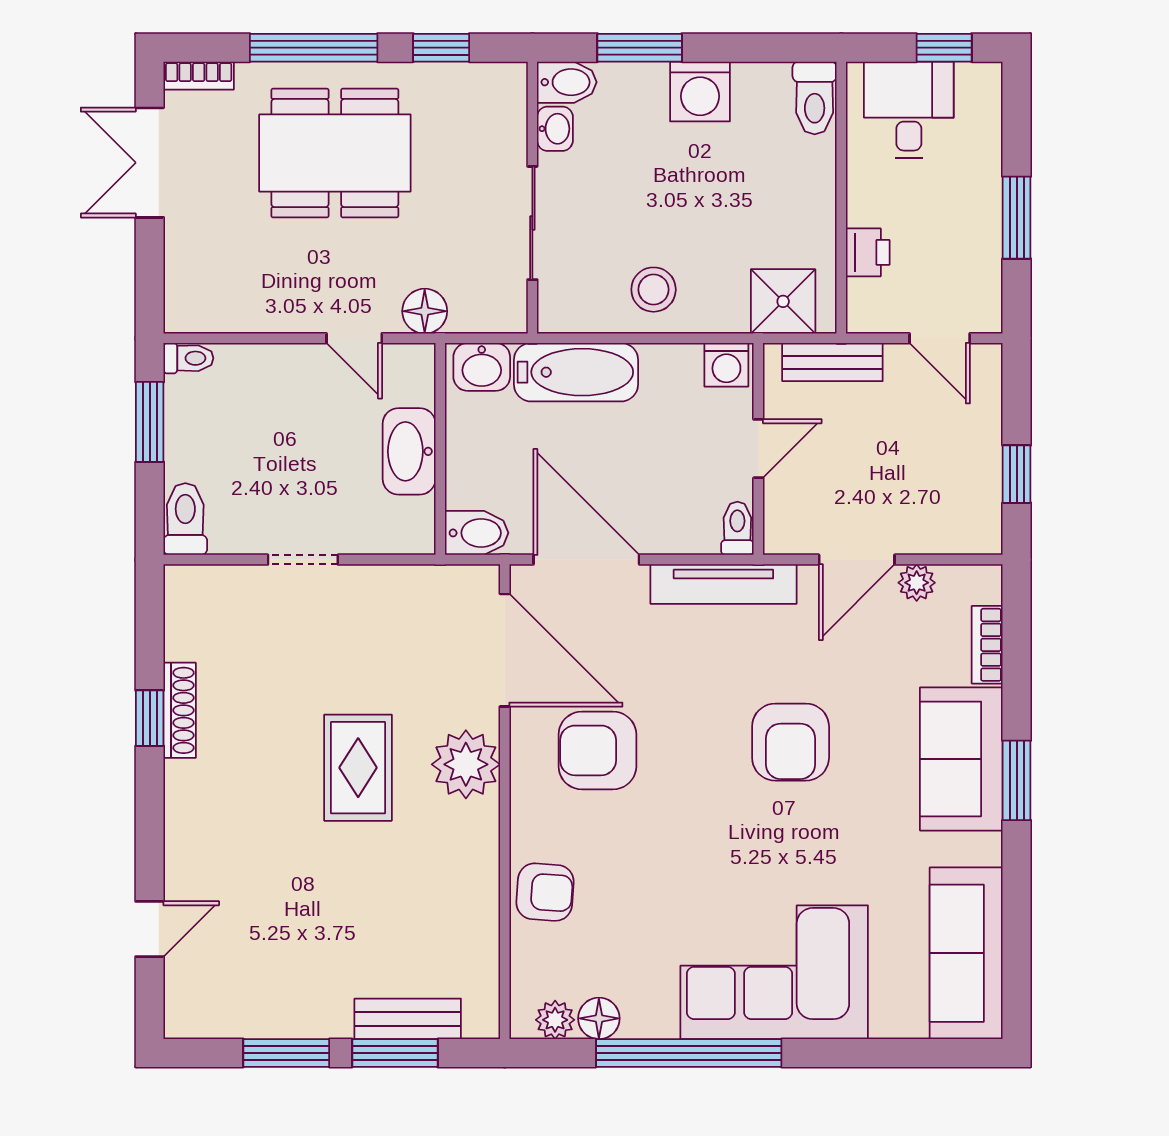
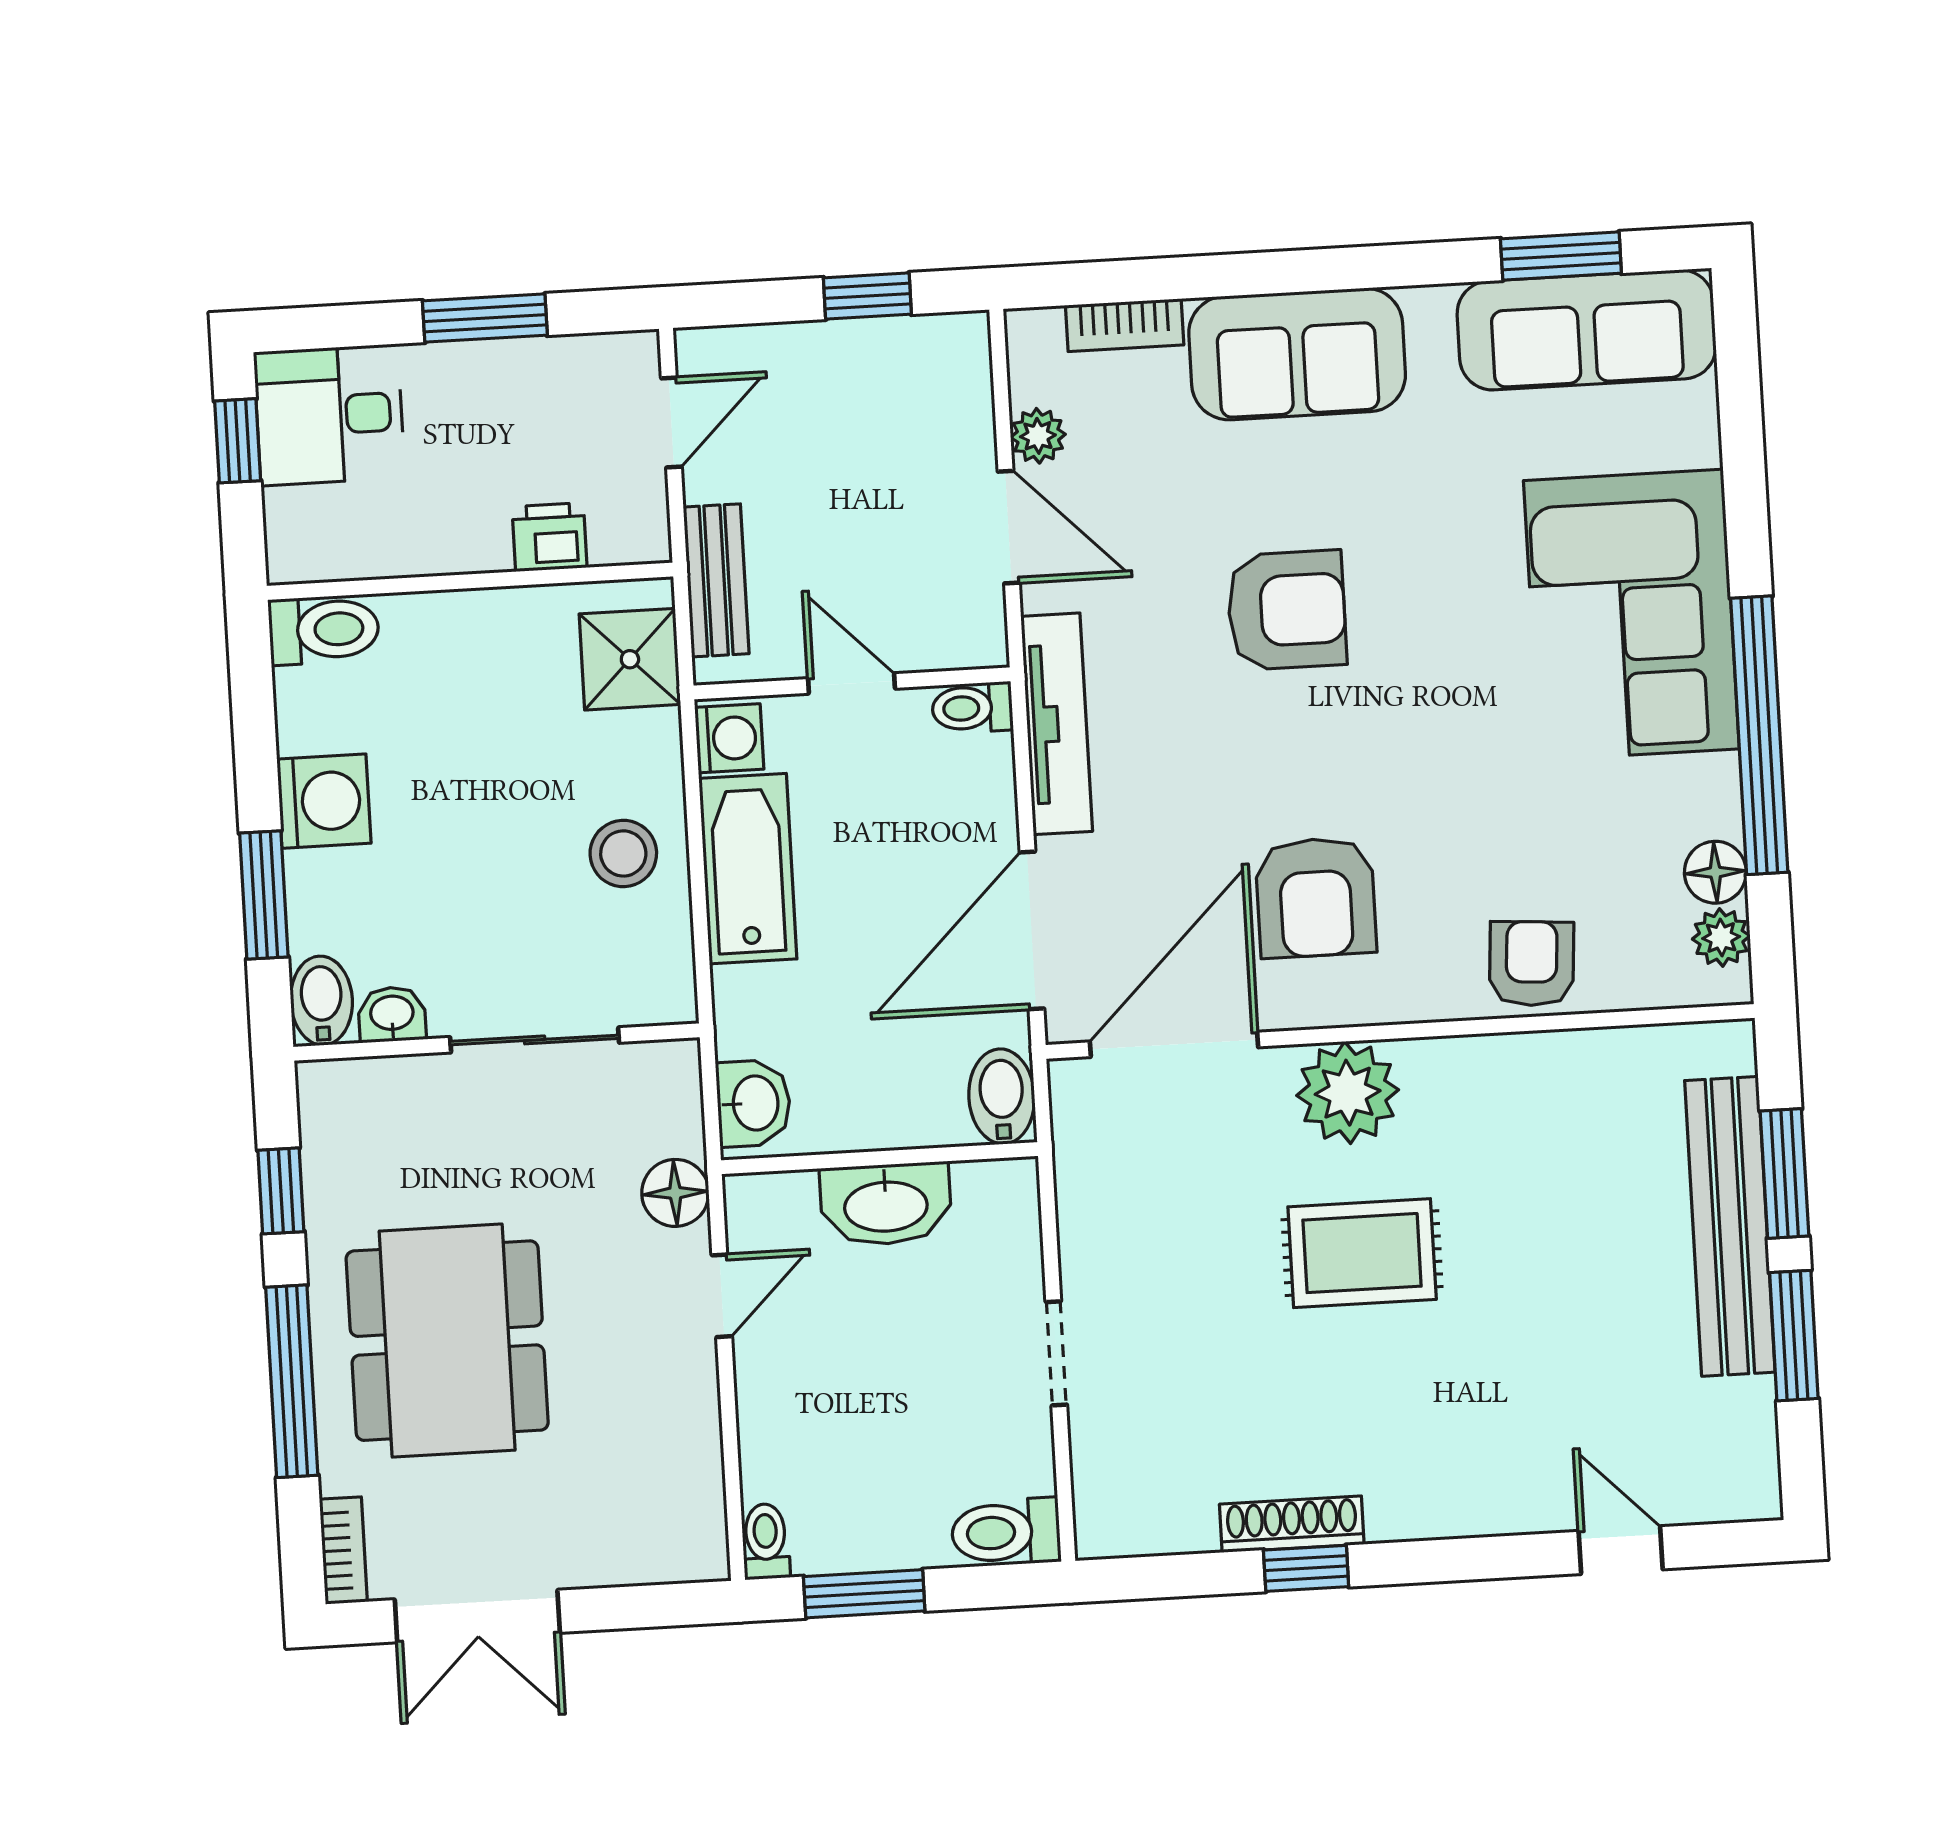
desk: (909, 110) -> (329, 415), moved
bathtub: (576, 372) -> (748, 869), moved
window: (1017, 780) -> (1561, 256), moved
bench: (408, 1019) -> (1730, 1226), width x1.86, depth x1.21

